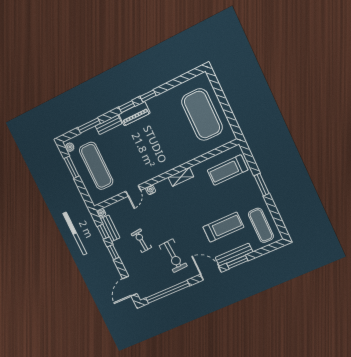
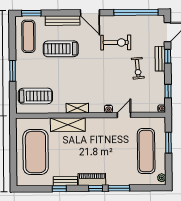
window: (148, 96) -> (59, 189), moved
window: (89, 125) -> (119, 188), moved
bench: (109, 125) -> (65, 181), moved
shelving: (183, 157) -> (68, 125), added
window: (72, 167) -> (168, 143), moved
bench: (110, 228) -> (160, 59), moved
window: (113, 252) -> (168, 56), moved
exercise bike: (173, 256) -> (116, 43), turned 93
window: (237, 262) -> (31, 13), moved

